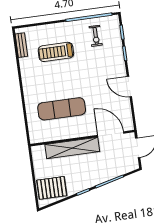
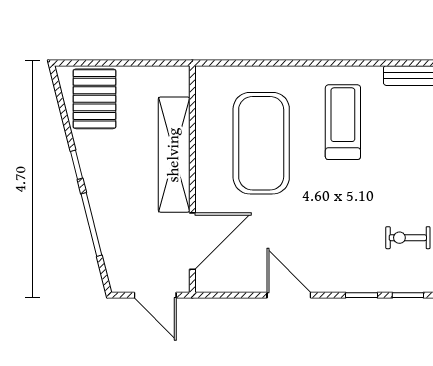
treadmill: (56, 52) -> (343, 122), moved
door: (129, 87) -> (289, 295), hinge flipped
exercise mat: (62, 109) -> (261, 143), width x1.47

